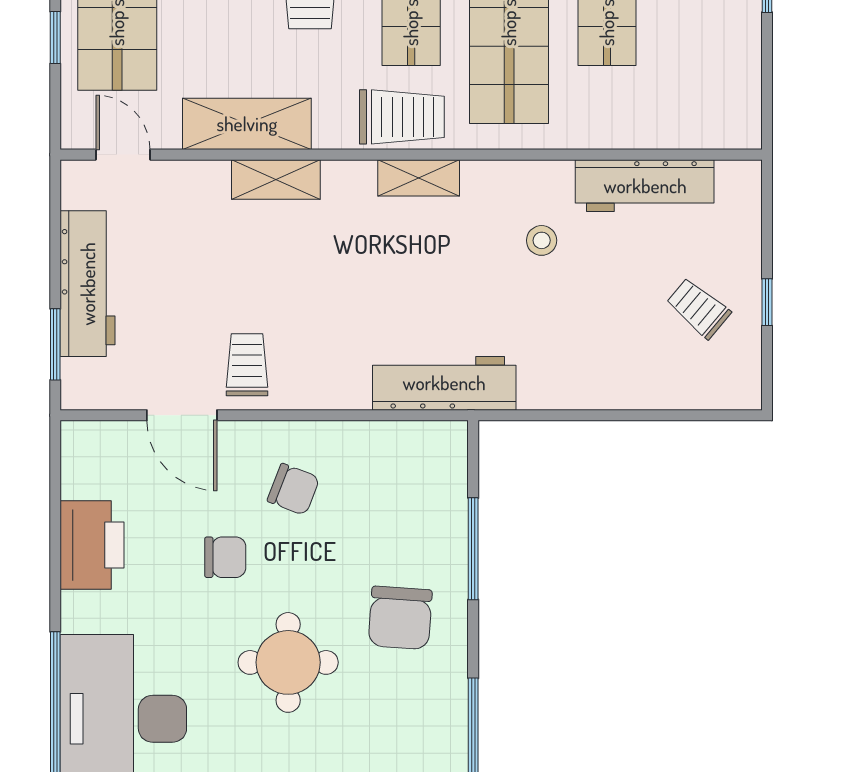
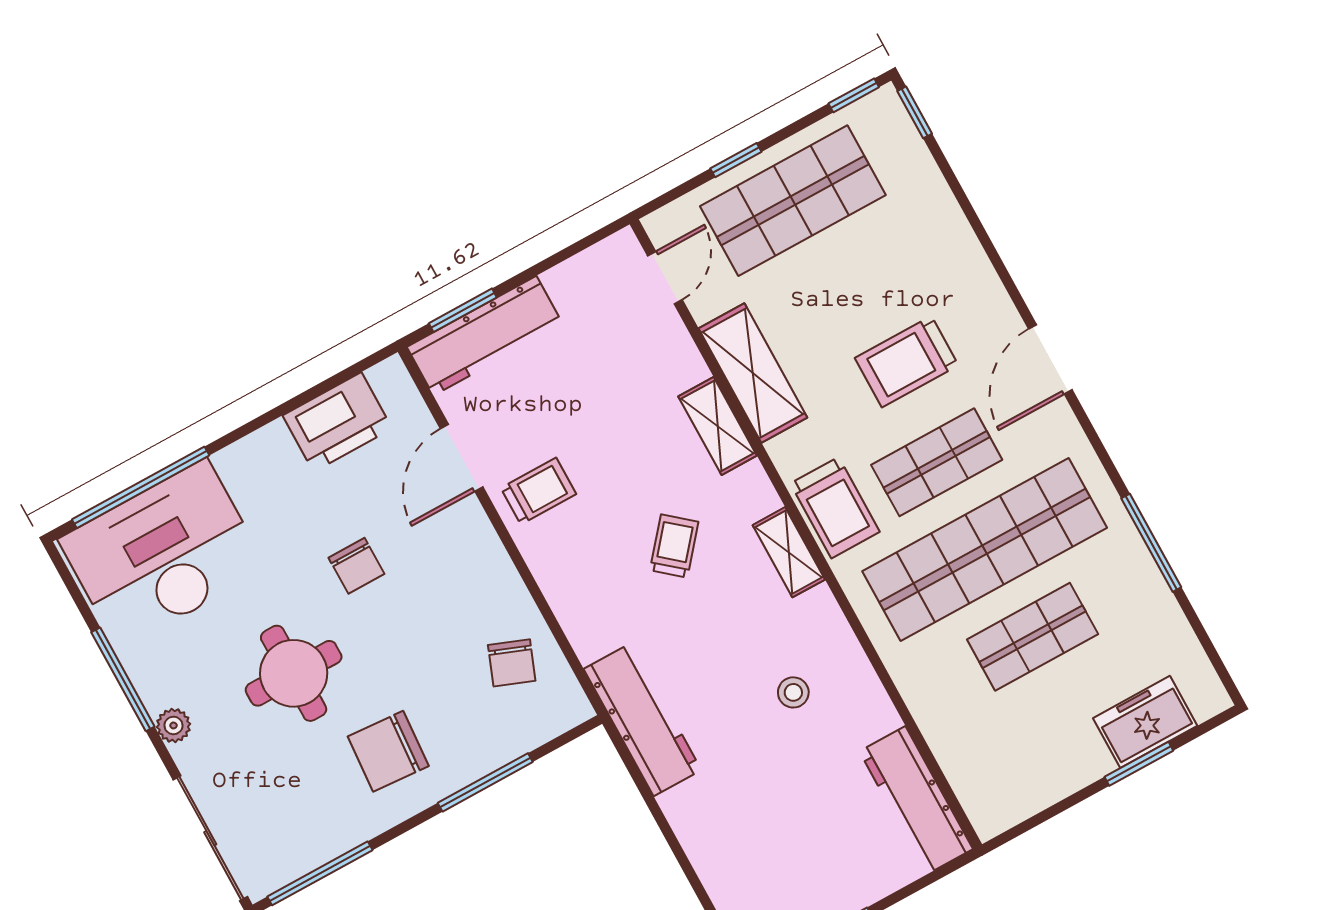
workbench: (645, 186) -> (916, 800), moved
workbench: (88, 284) -> (485, 336), moved
trolley: (698, 308) -> (674, 546), moved
workbench: (444, 383) -> (643, 720), moved
chair: (293, 489) -> (512, 663), moved
printer: (92, 545) -> (337, 422), moved

